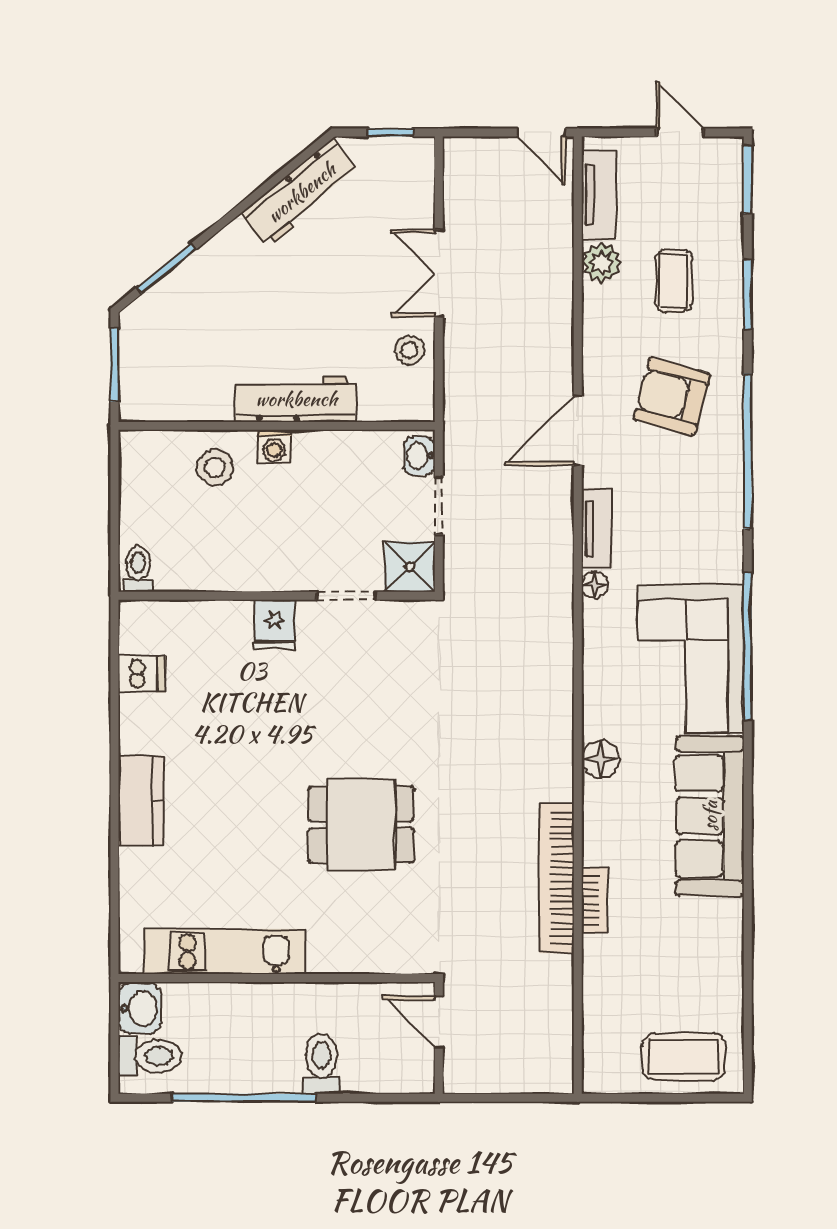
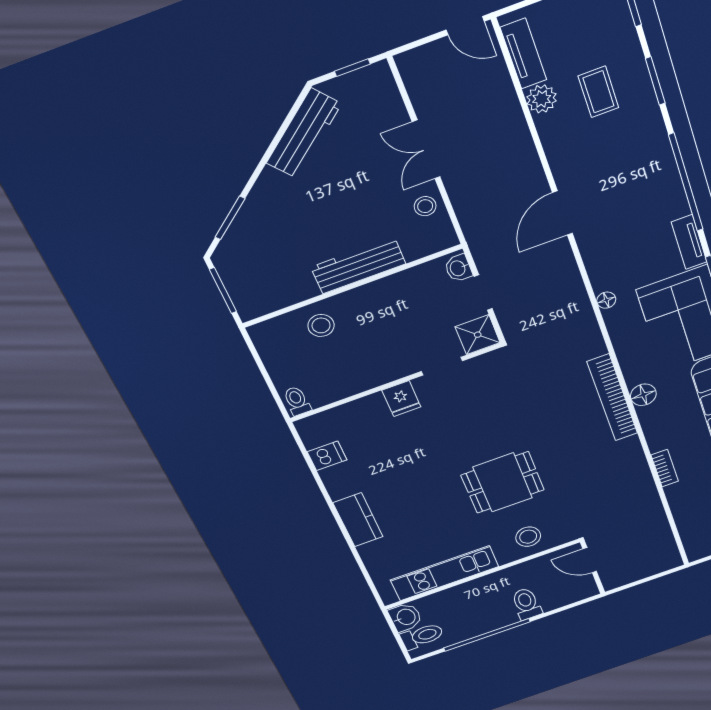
armchair: (672, 396) -> (622, 168), removed
washing machine: (274, 447) -> (356, 299), removed
tv unit: (597, 528) -> (689, 242), moved, turned 180
bookcase: (557, 878) -> (612, 398), moved
stool: (365, 938) -> (528, 537), added

